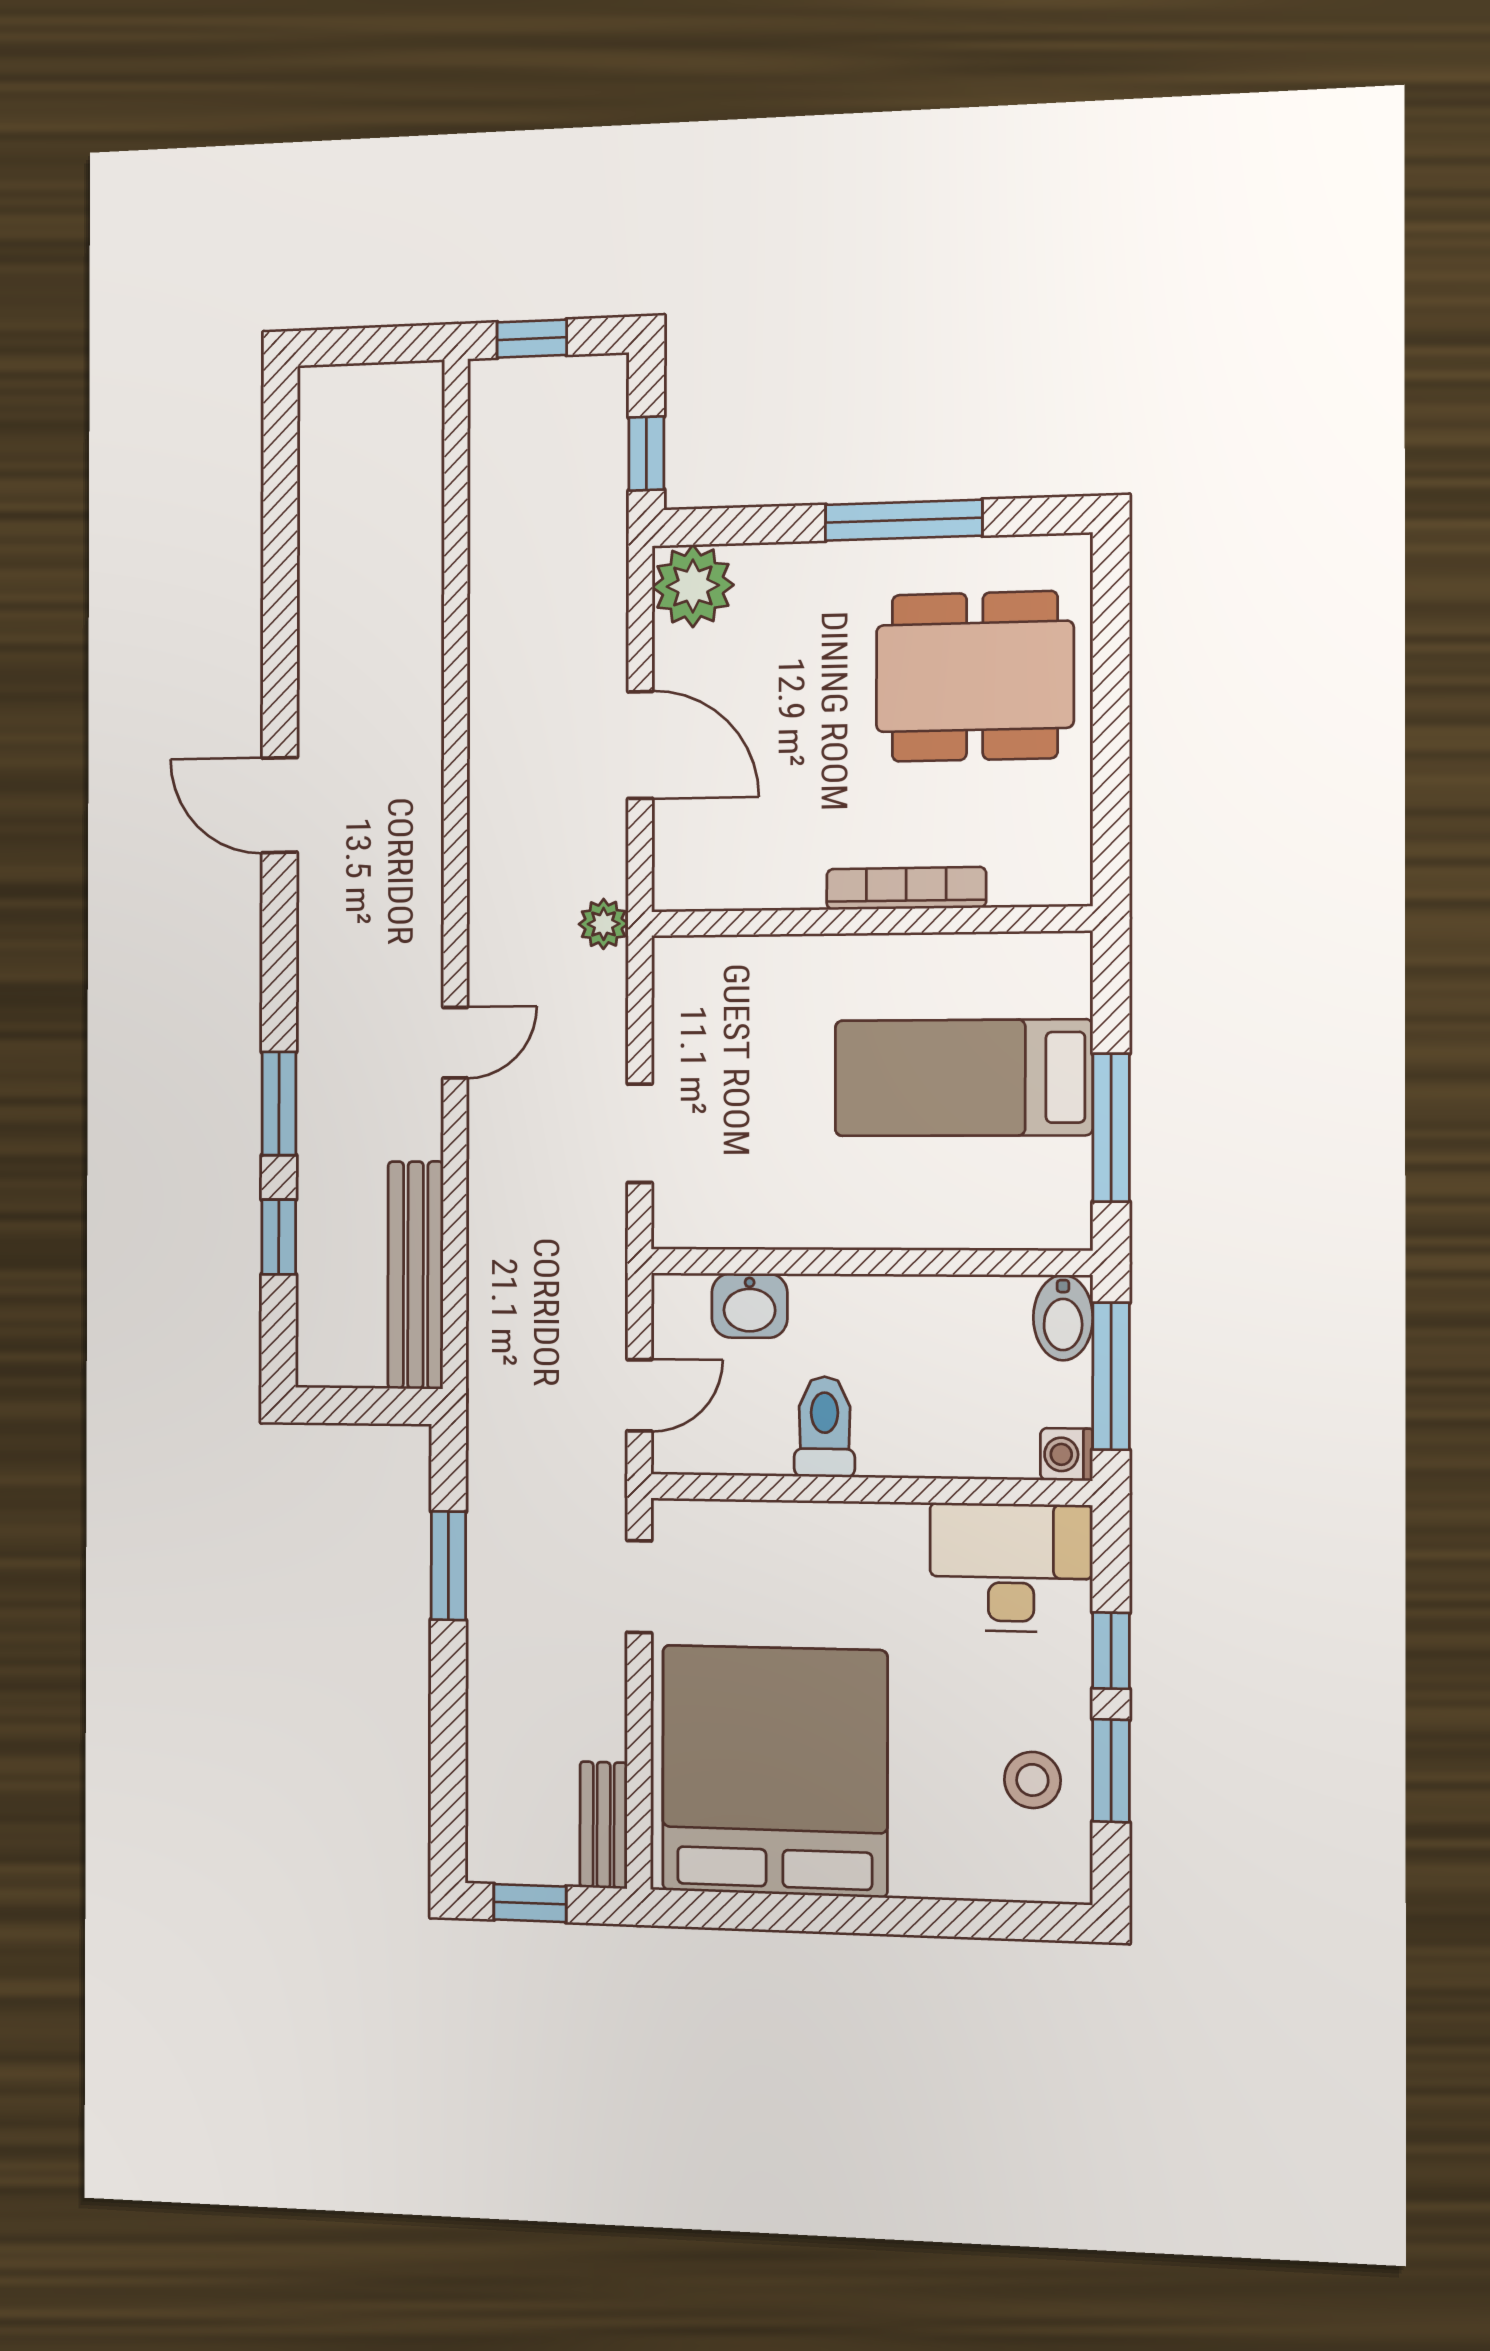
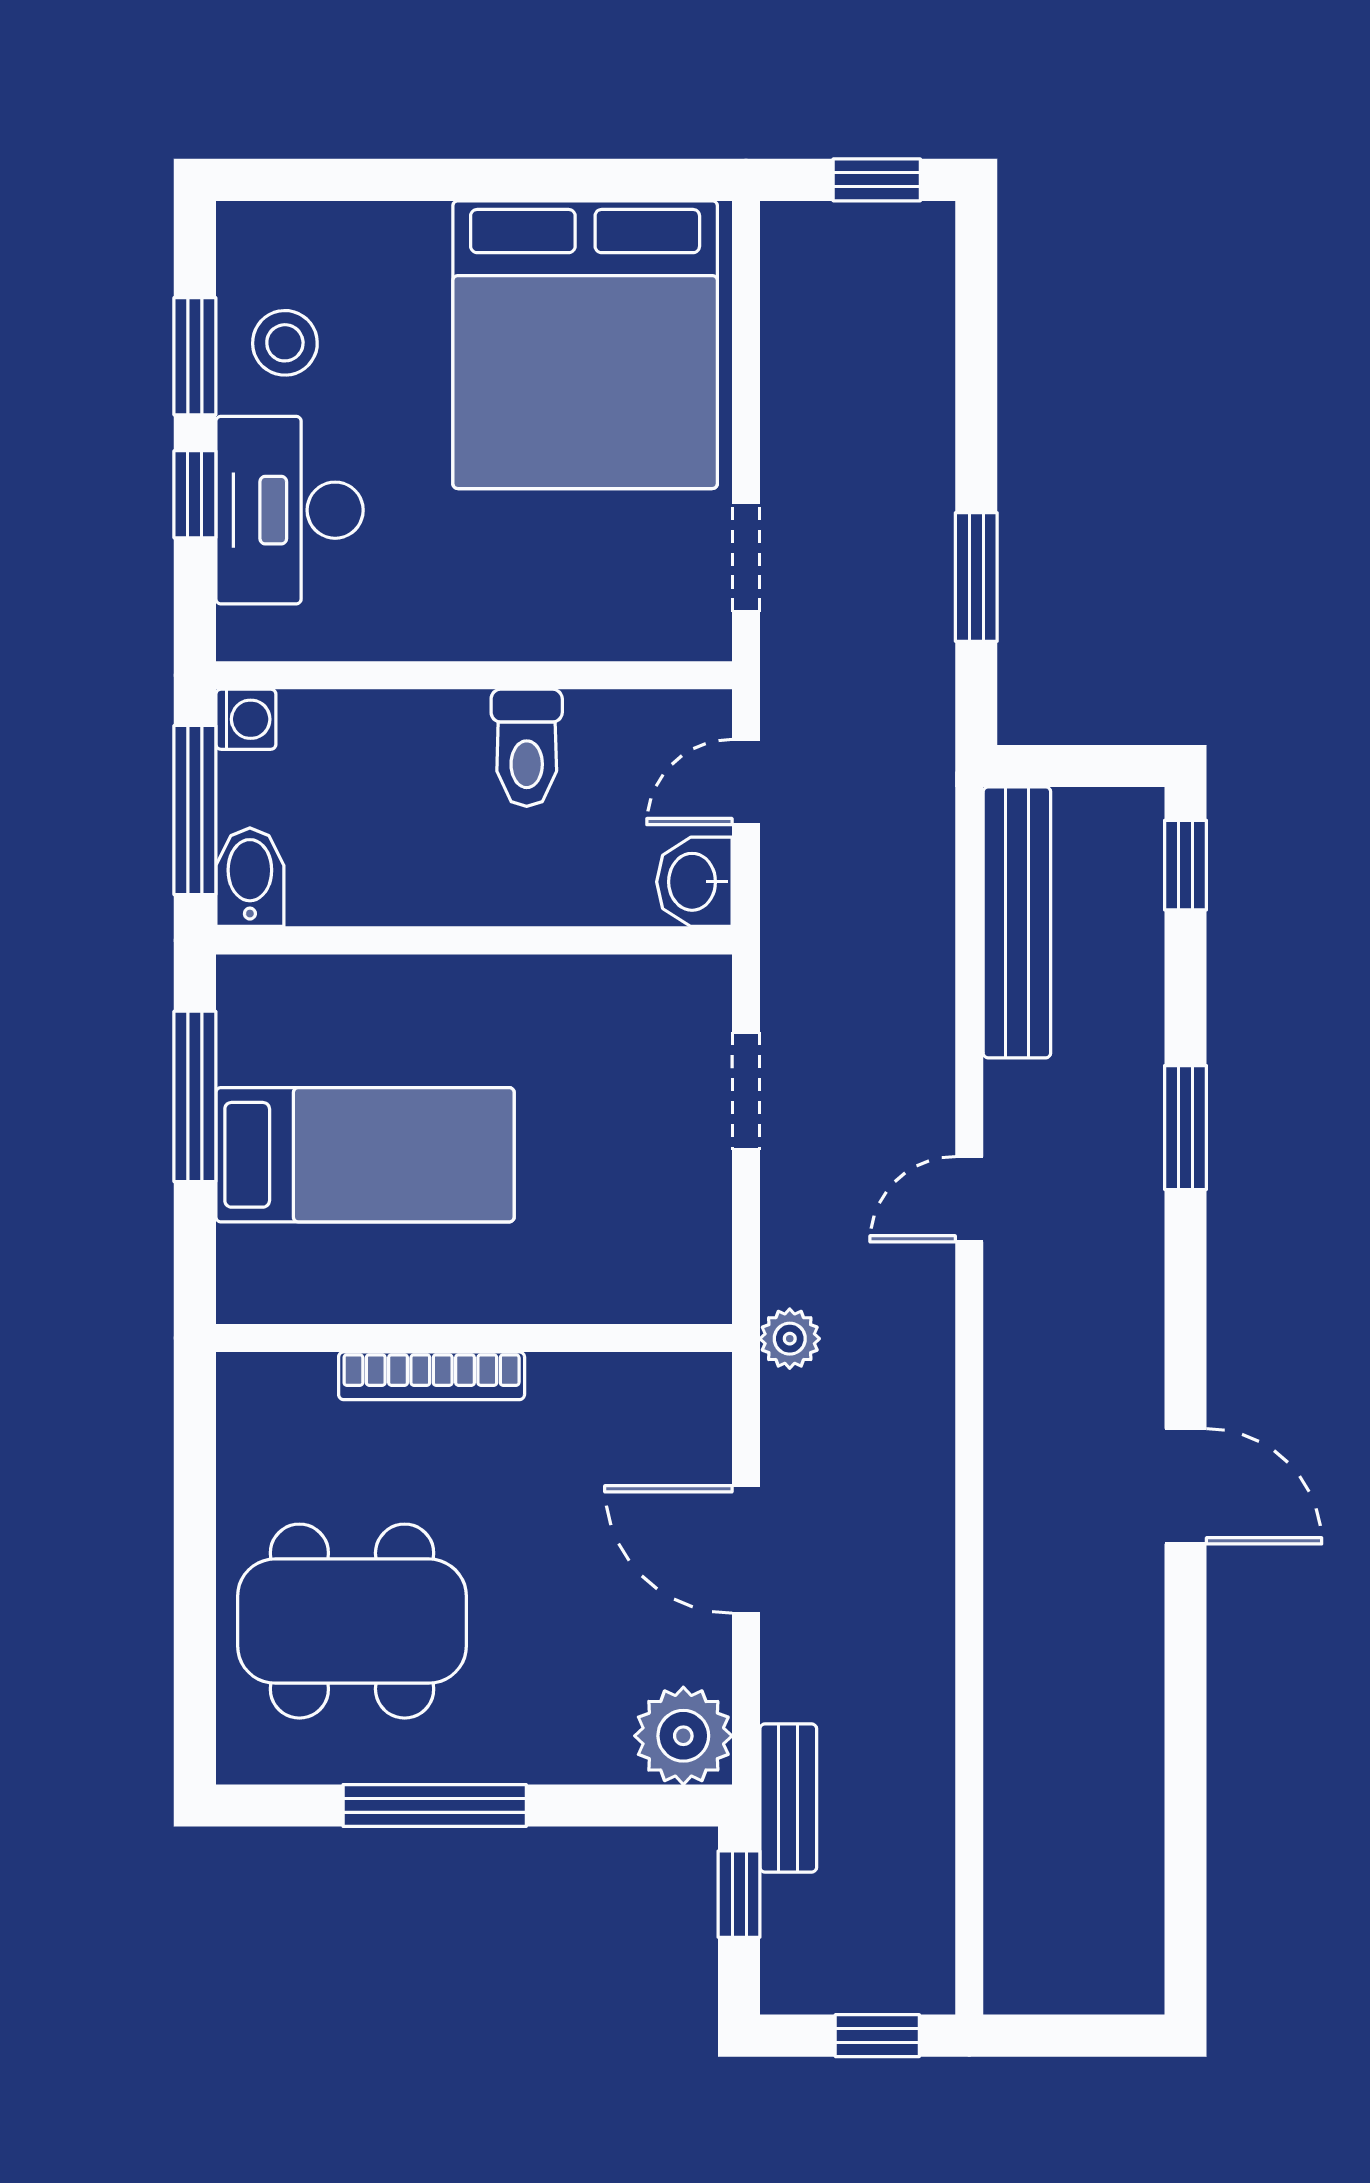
window: (279, 1237) -> (1186, 865), moved
washbasin: (750, 1306) -> (694, 882), moved, turned -90
desk: (1011, 1568) -> (289, 510), moved, turned 90
bench: (604, 1825) -> (788, 1798), moved

